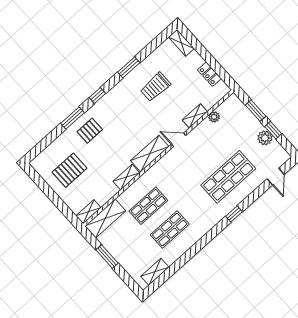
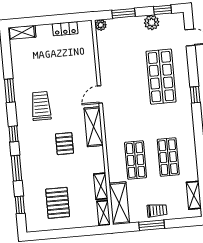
trolley: (155, 87) -> (41, 106), moved, turned 180
shelving: (195, 116) -> (90, 66), removed
plant: (214, 117) -> (101, 25), moved
window: (273, 130) -> (163, 10), moved
pallet: (90, 131) -> (65, 144), moved
window: (46, 142) -> (20, 205), added
shelving: (126, 177) -> (101, 186), moved
trolley: (122, 252) -> (157, 210), added

